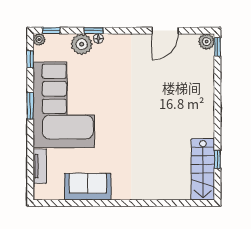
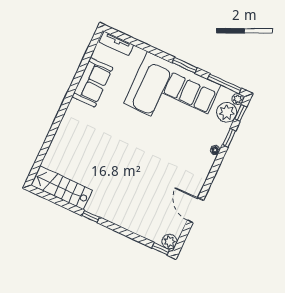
window: (94, 31) -> (229, 138), moved
plant: (82, 44) -> (227, 112), moved
window: (30, 59) -> (224, 84), width x2.17
window: (217, 159) -> (91, 216), moved
tv unit: (40, 166) -> (116, 43), moved

